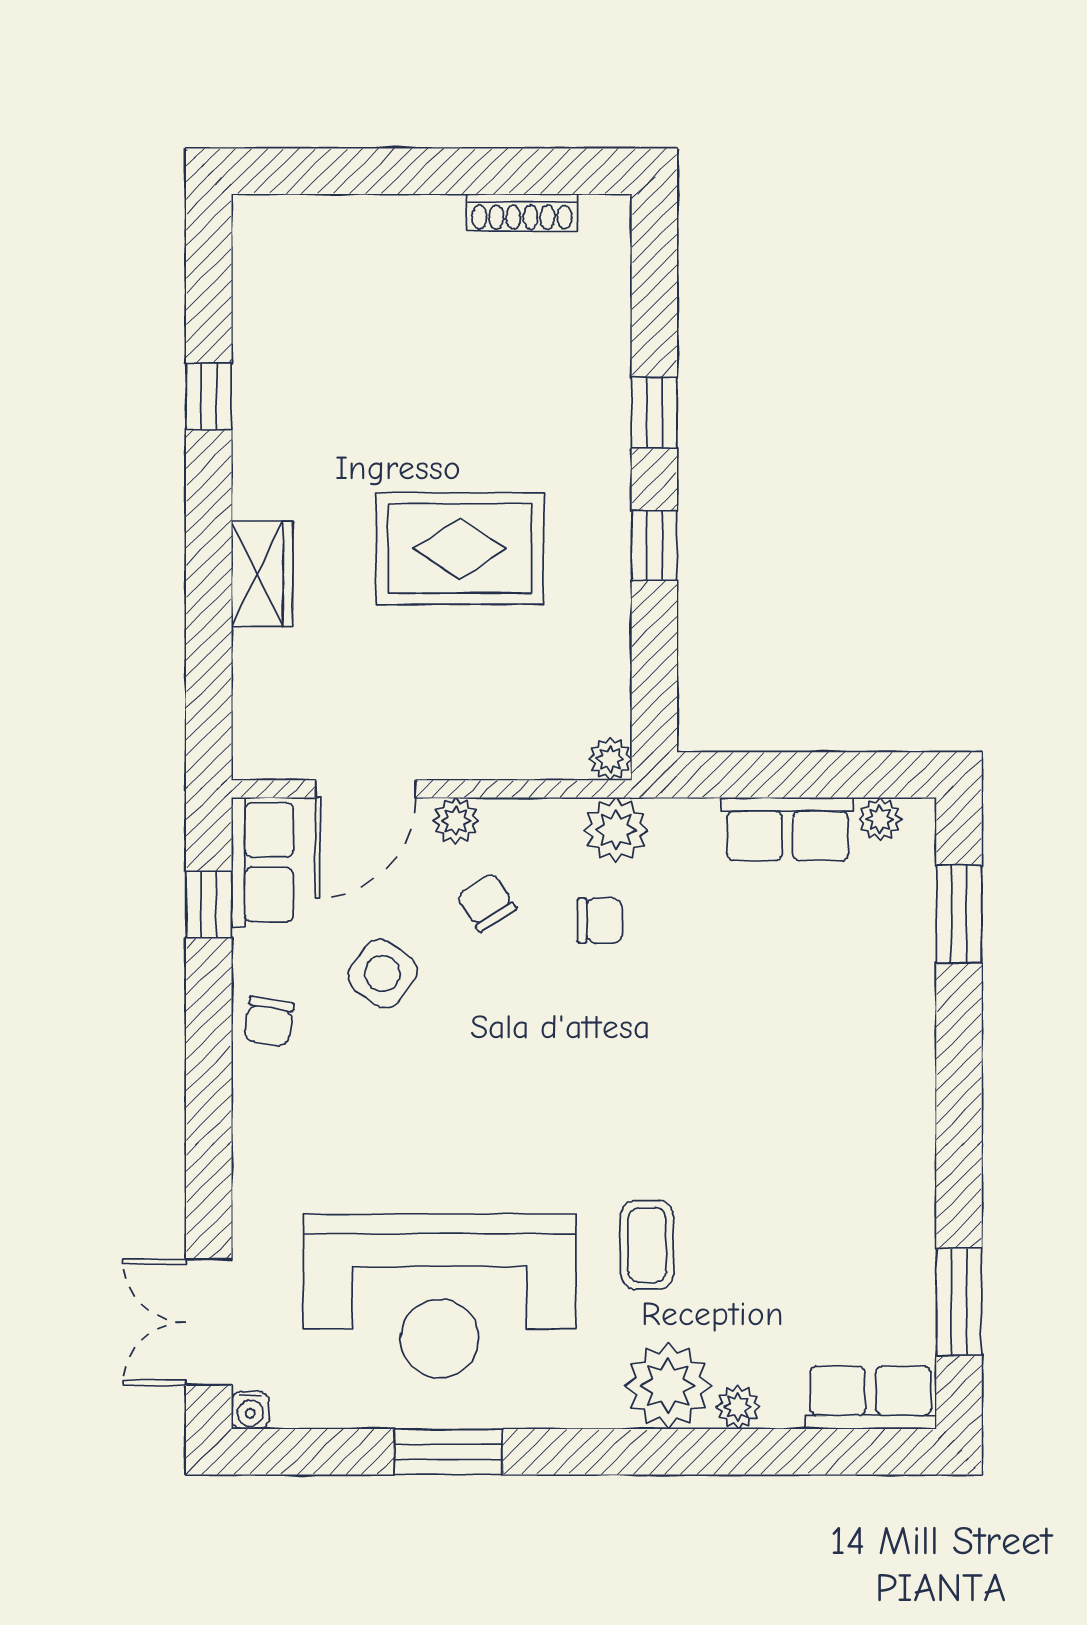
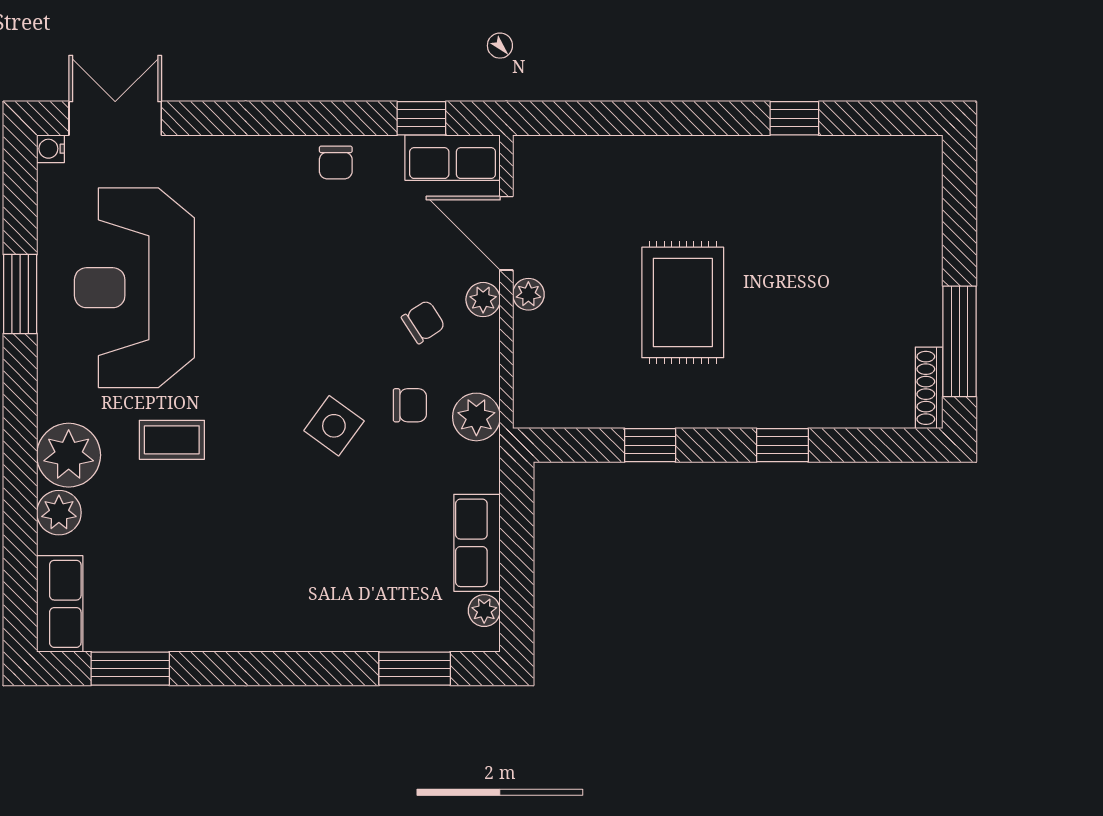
window: (513, 171) -> (960, 341), added
shoe rack: (522, 213) -> (929, 388), moved
window: (654, 545) -> (650, 445), moved
wardrobe: (262, 574) -> (664, 157), removed
plant: (610, 759) -> (528, 294), moved
chair: (600, 921) -> (410, 405), turned -90
side table: (382, 973) -> (334, 426), moved
chair: (269, 1022) -> (336, 162), turned -99
plant: (738, 1407) -> (59, 513), width x1.38, depth x1.38

